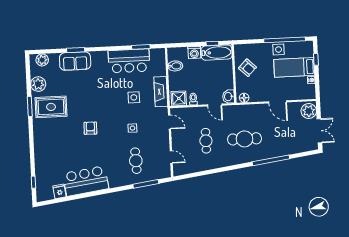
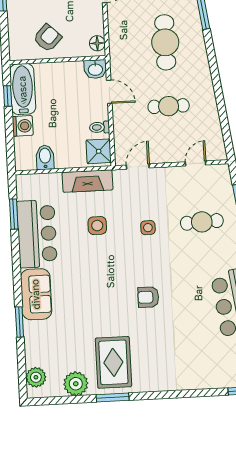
sofa: (75, 61) -> (36, 294), moved
door: (215, 105) -> (109, 92), hinge flipped

